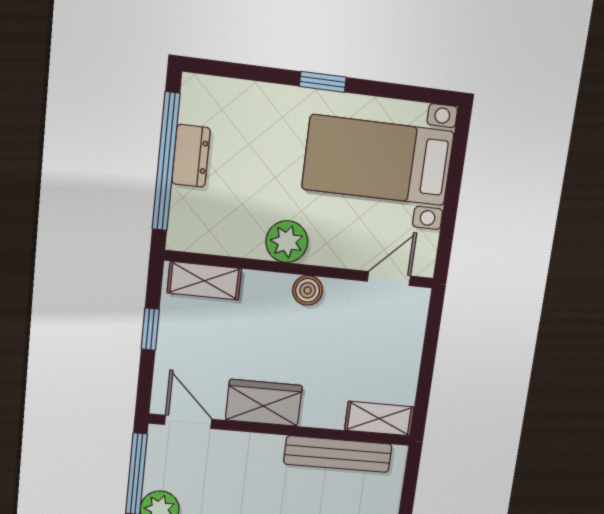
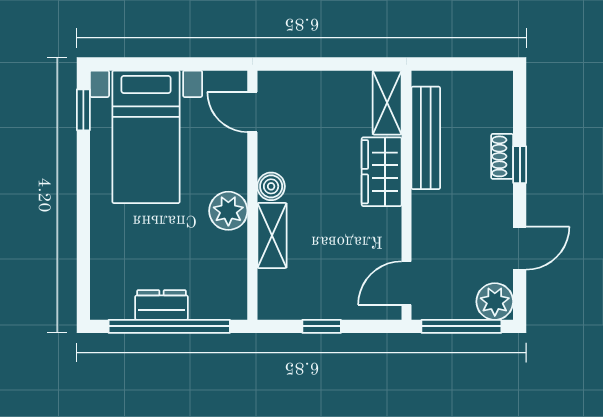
window: (323, 82) -> (83, 110), moved
shelving: (204, 281) -> (272, 235), moved
wardrobe: (264, 403) -> (382, 172), moved

